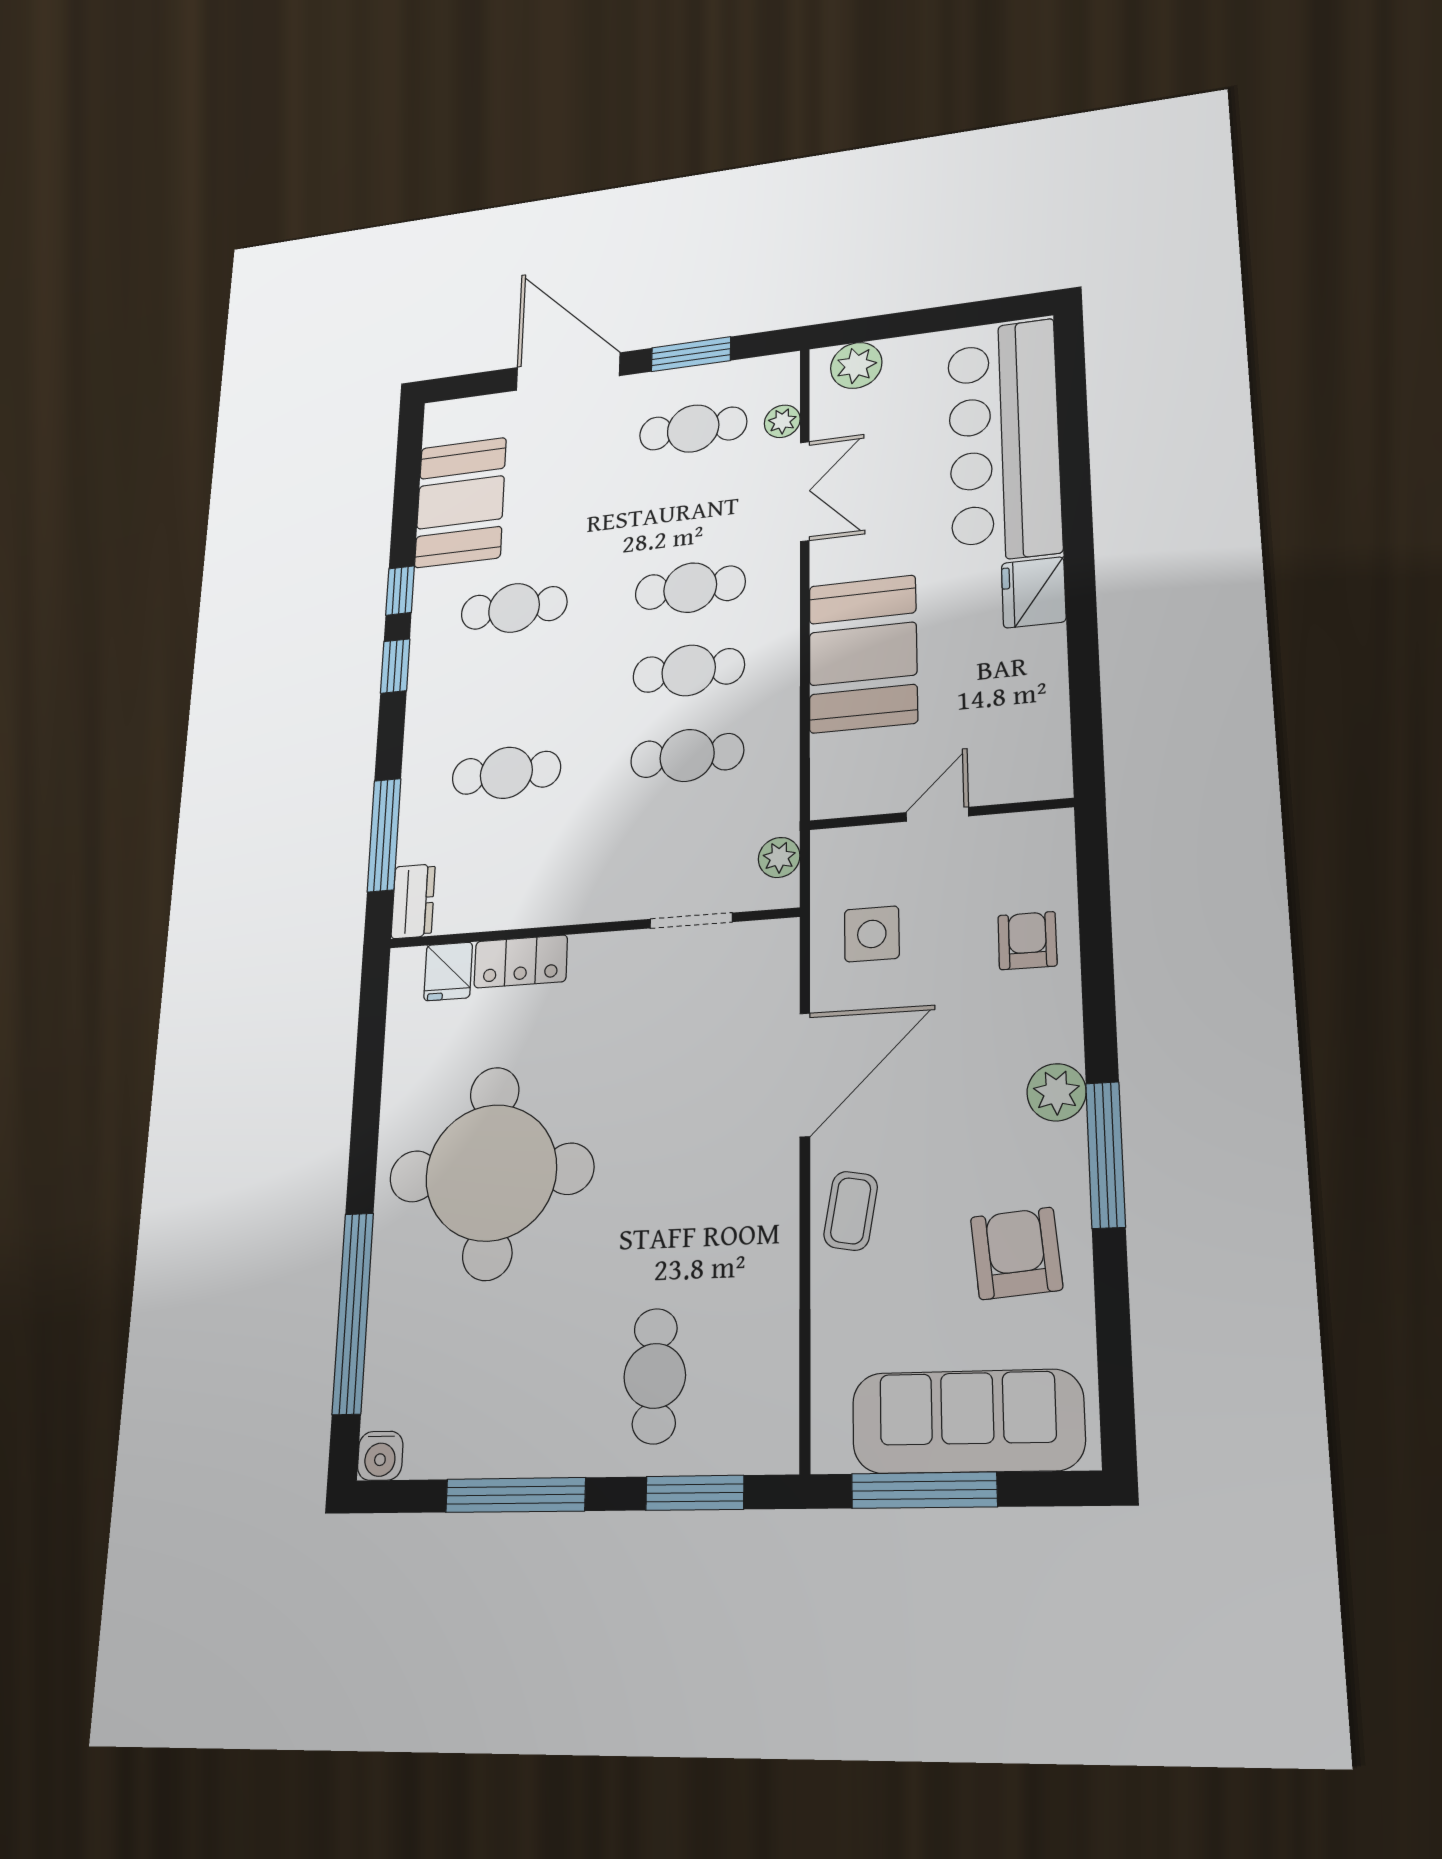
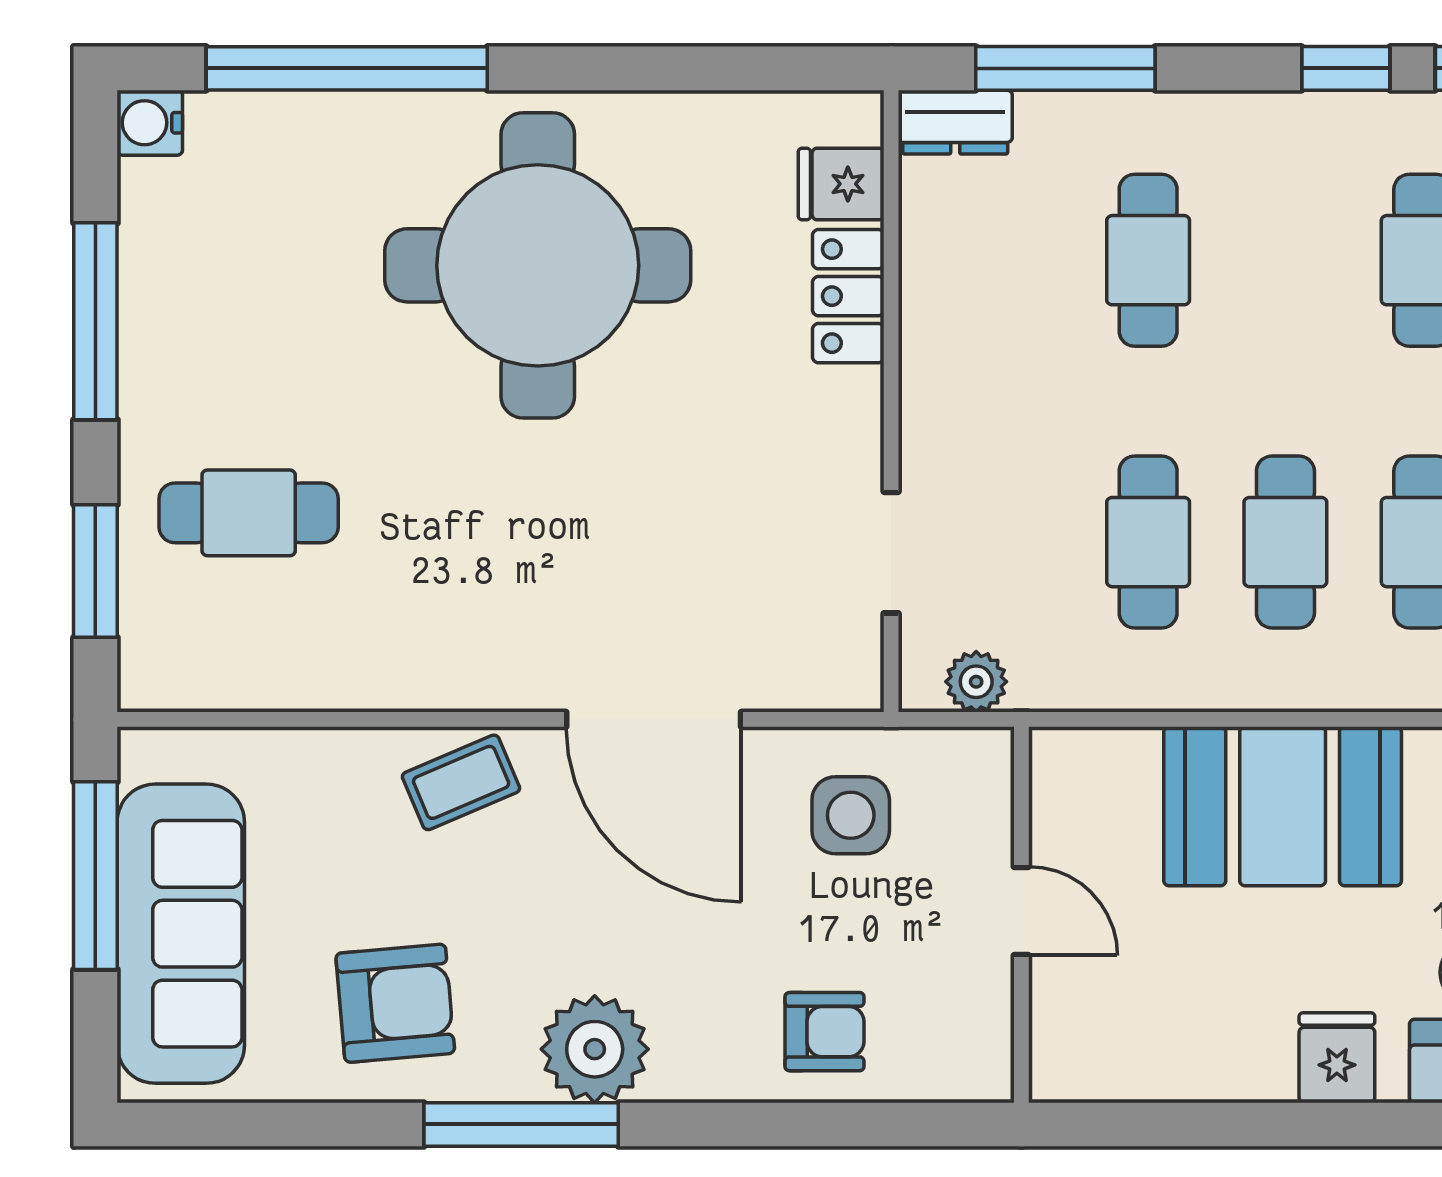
fridge: (1034, 592) -> (1337, 1058), width x0.72
plant: (1056, 1092) -> (595, 1049), width x1.36, depth x1.36
coffee table: (851, 1211) -> (461, 782), turned -33

